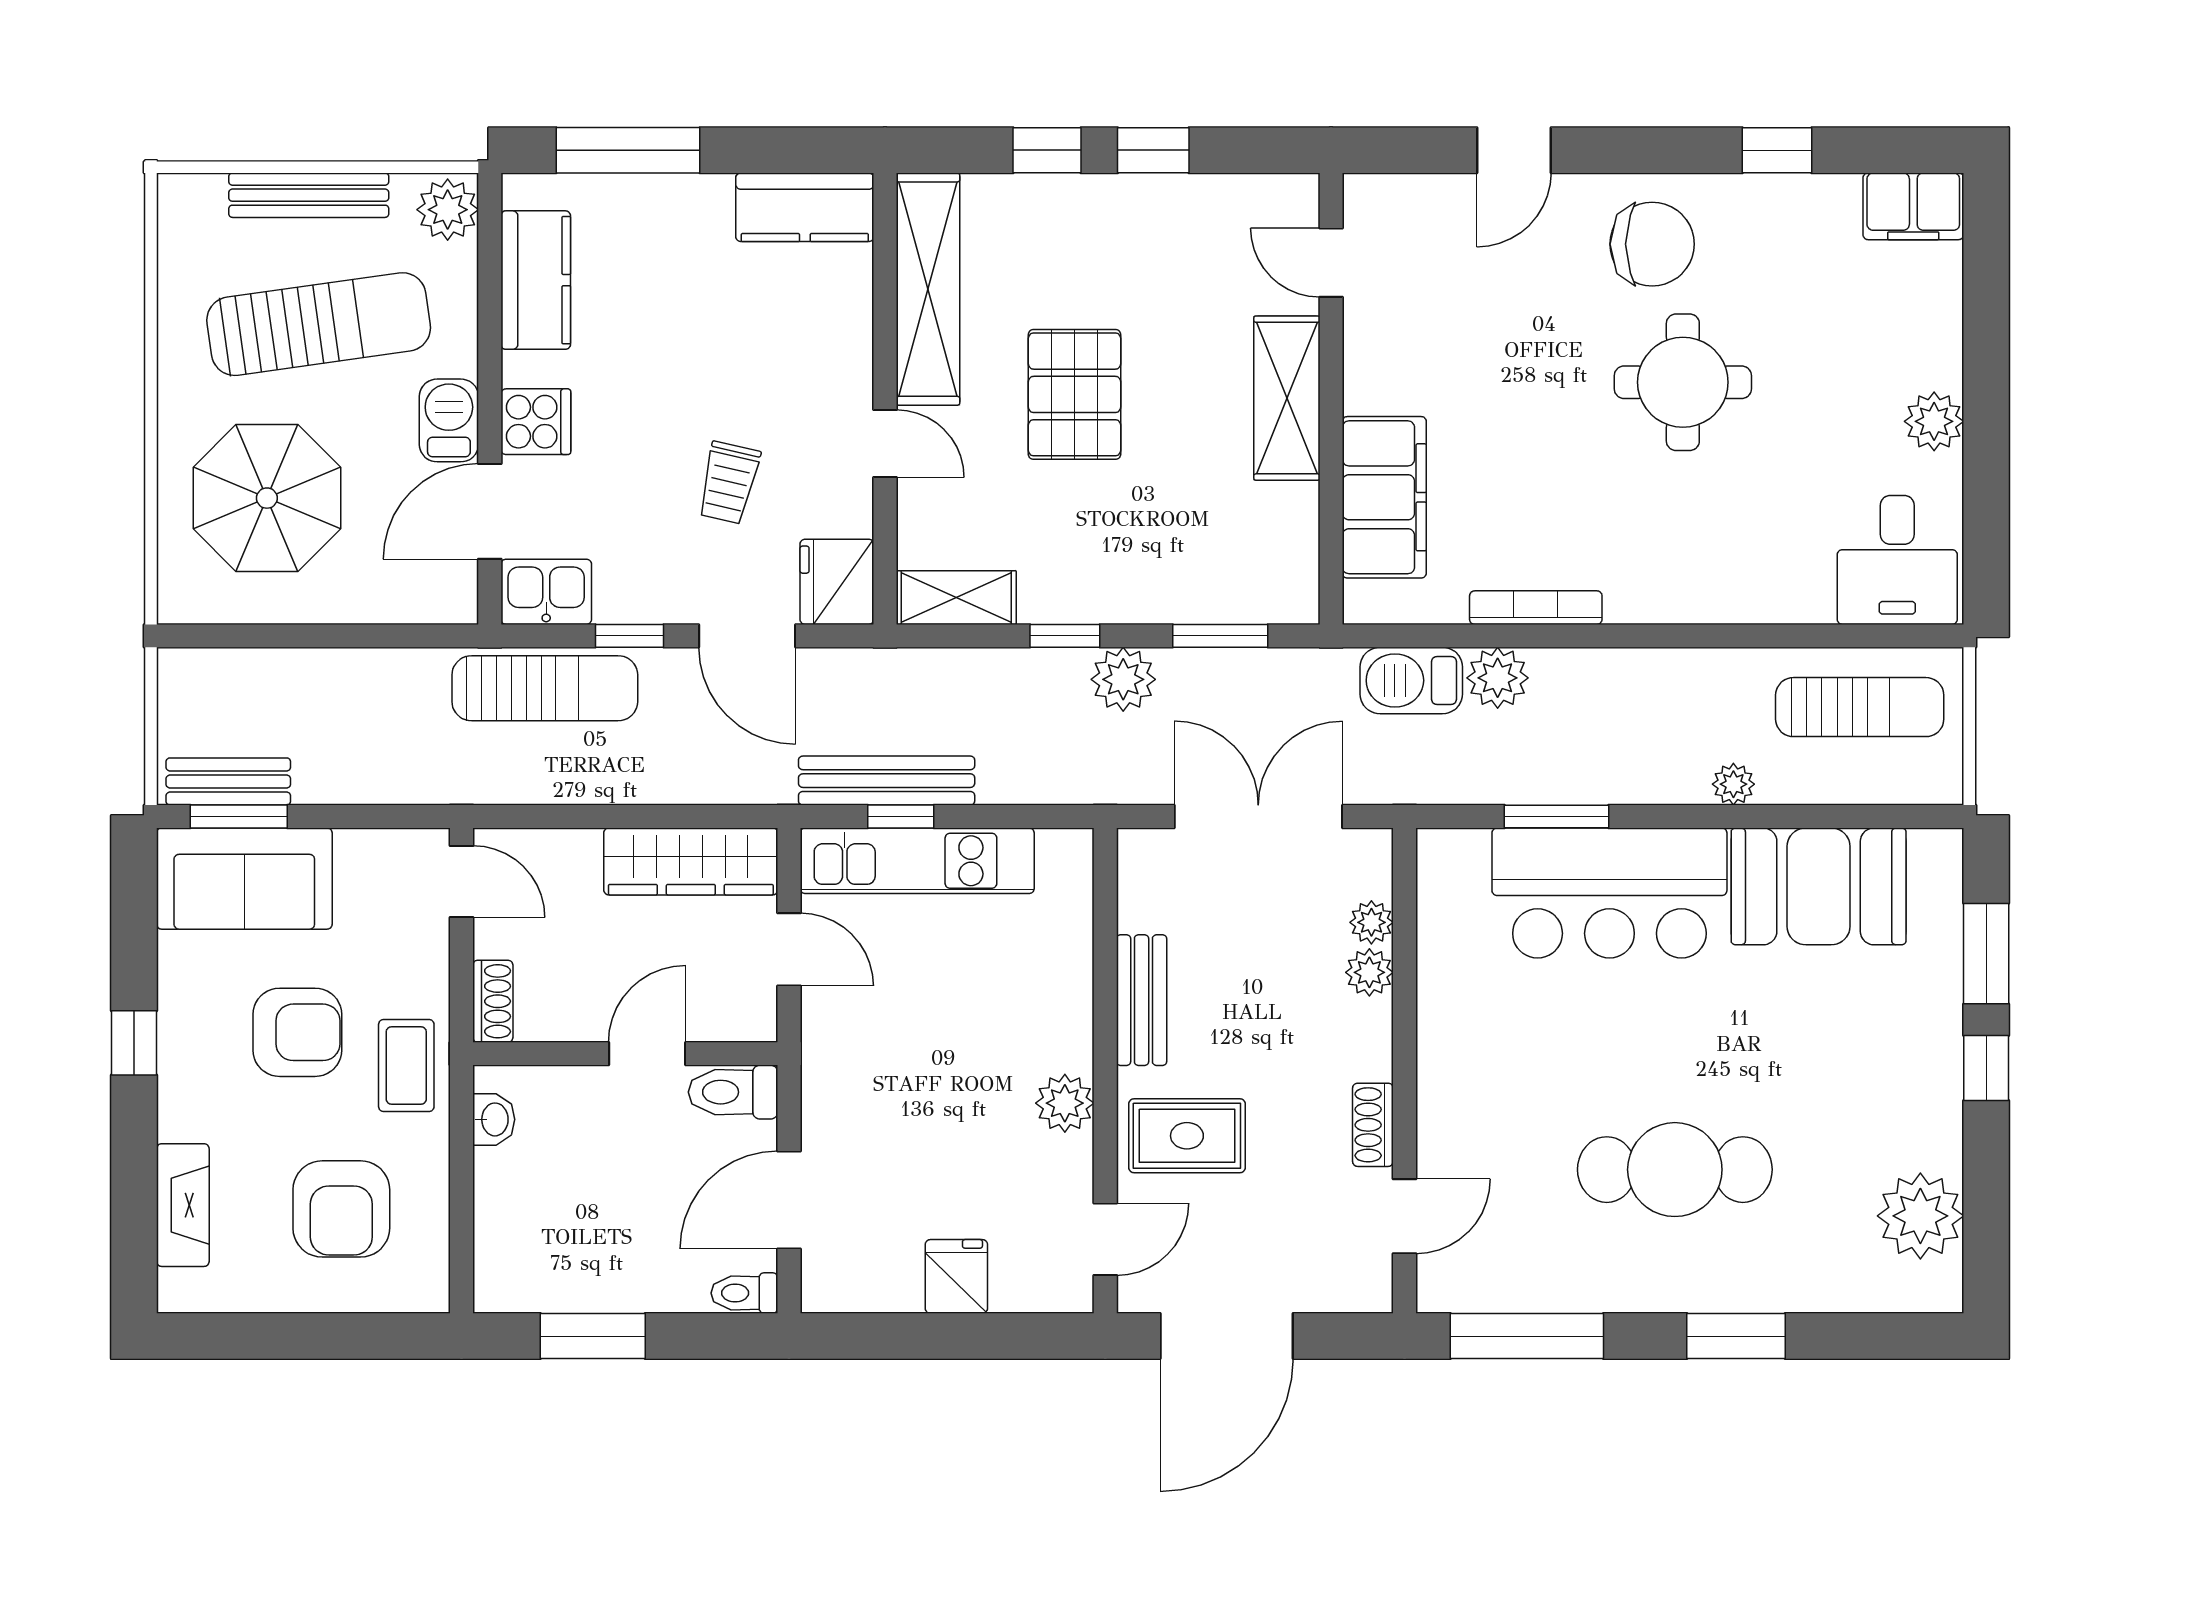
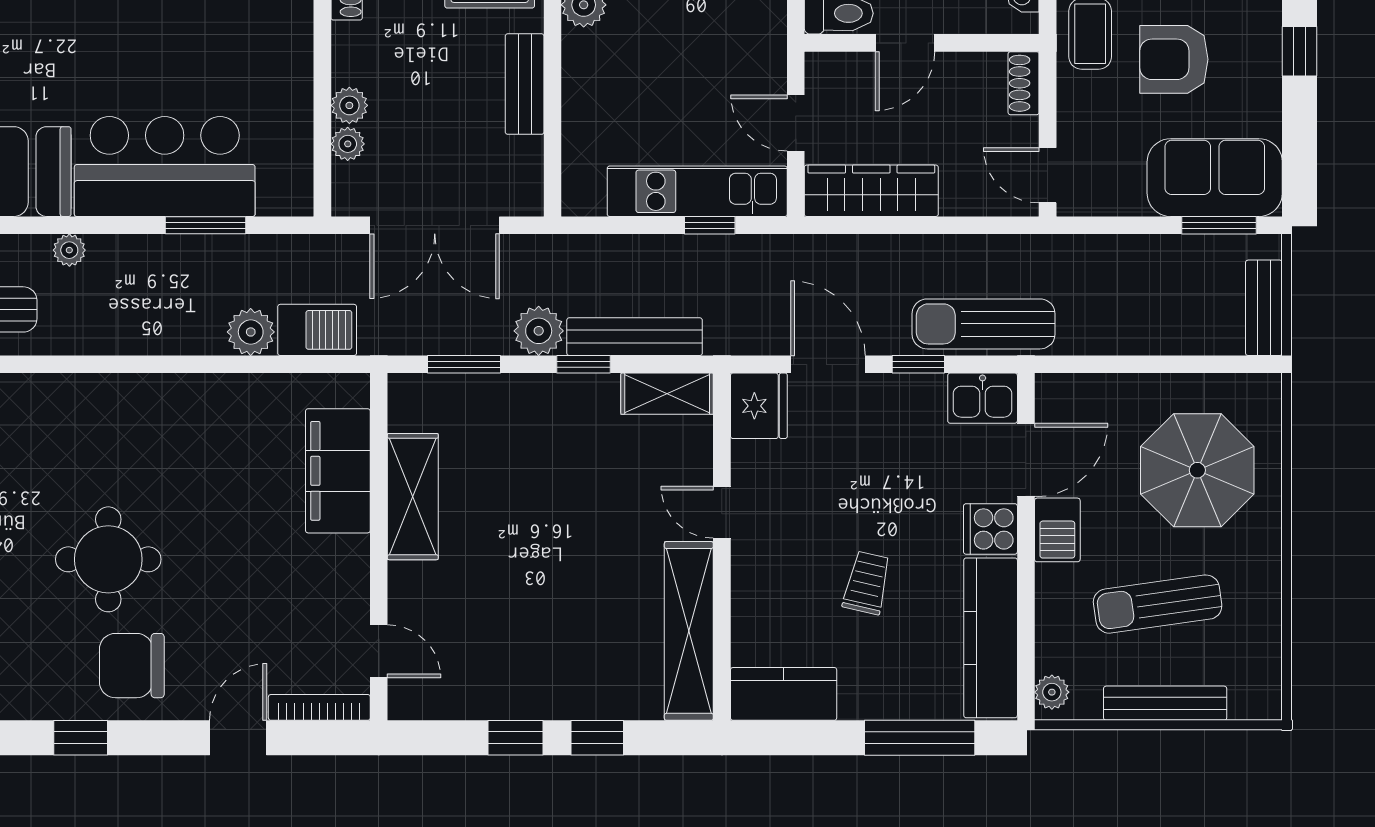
window: (1777, 150) -> (81, 738), moved
plant: (448, 210) -> (1052, 692), width x0.73, depth x0.73
kitchen counter: (536, 280) -> (991, 638), width x1.50
sun lounger: (319, 324) -> (1158, 604), width x0.73, depth x0.75
pallet: (1074, 394) -> (576, 550), removed
shelving: (1287, 398) -> (413, 497), moved
trolley: (729, 483) -> (867, 583), moved
bookcase: (1536, 608) -> (319, 707), moved, turned 180
bench: (887, 781) -> (635, 337), moved
bench: (228, 782) -> (1264, 308), moved, turned 90

